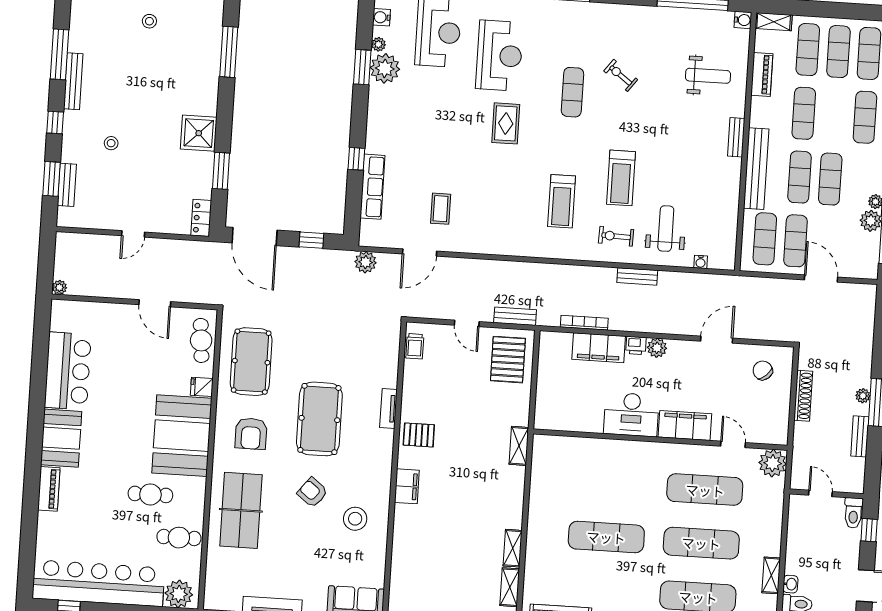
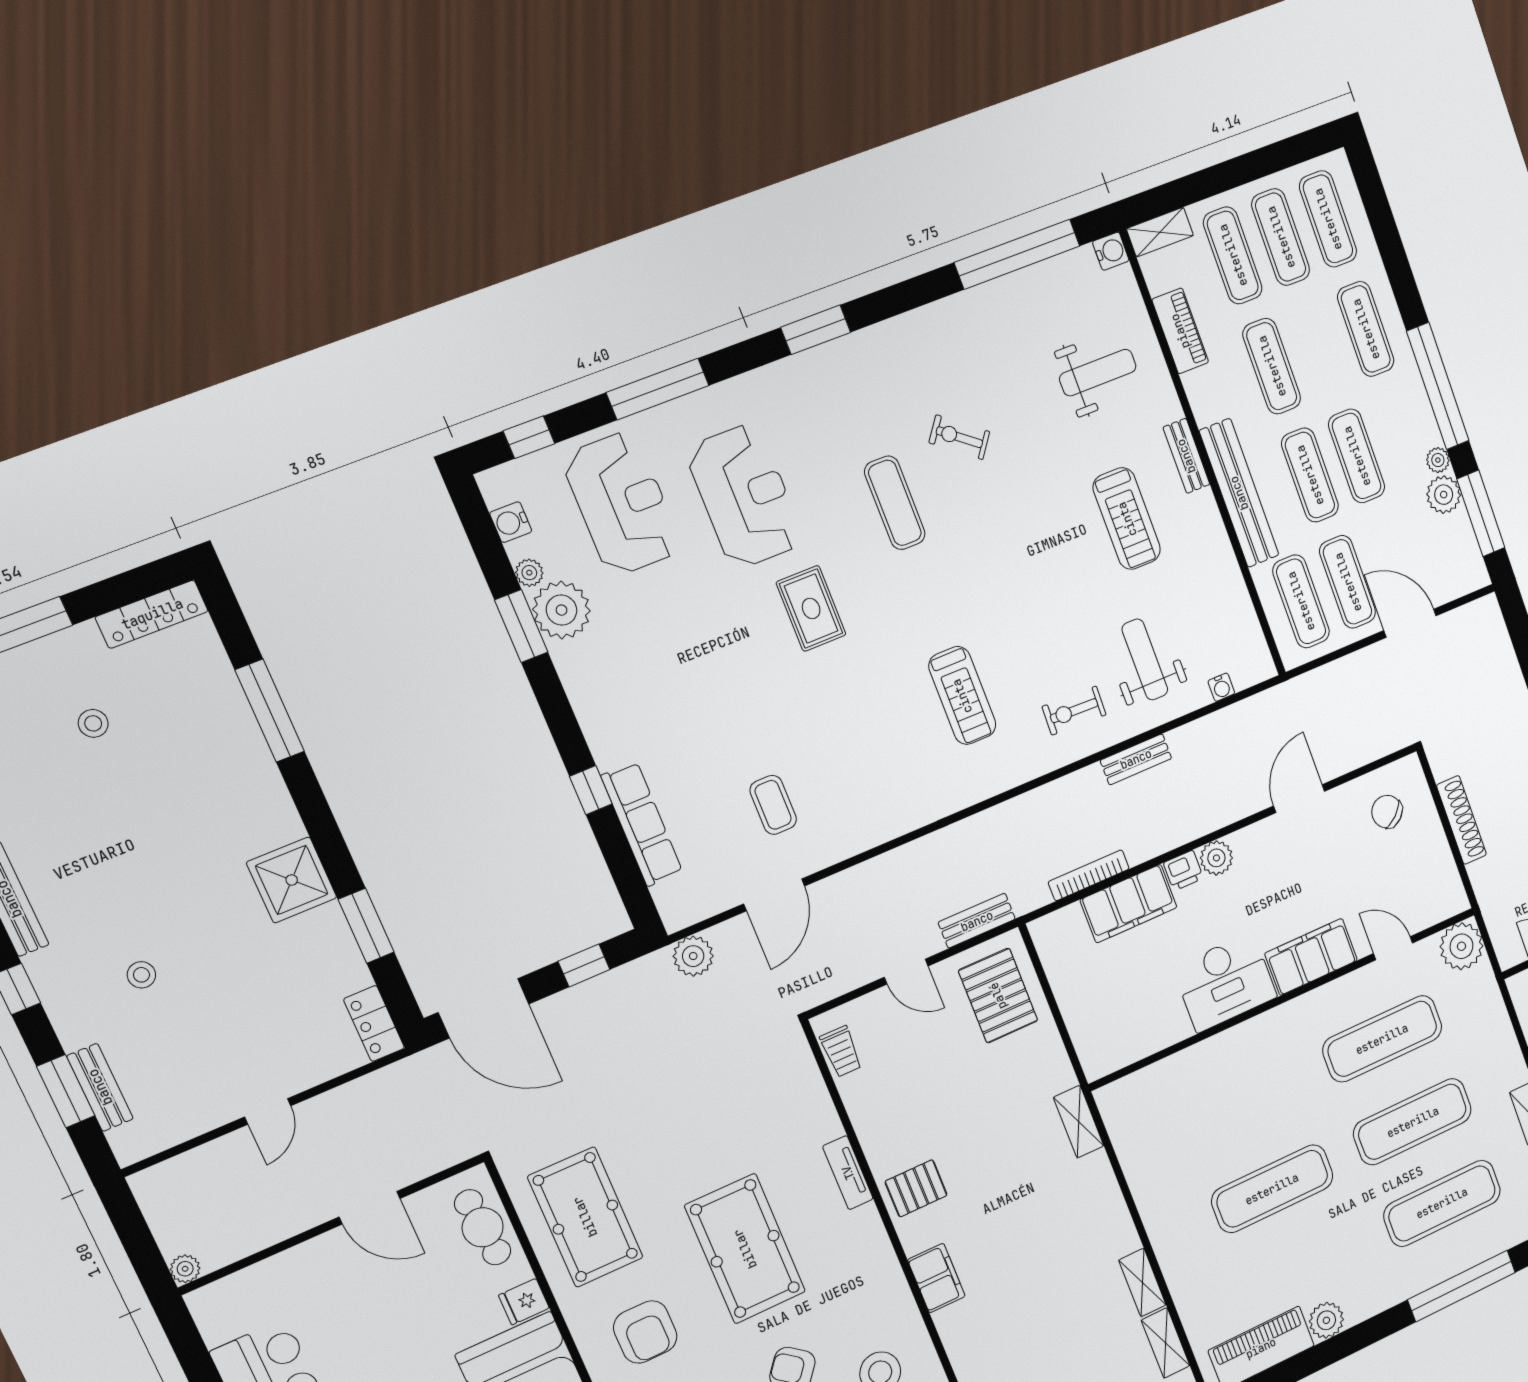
treadmill: (621, 178) -> (1127, 519), moved

